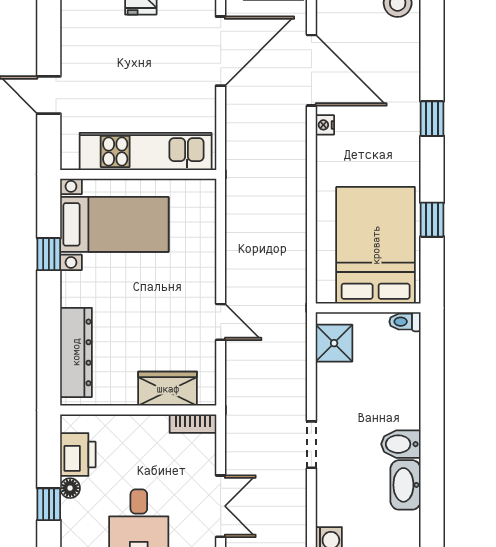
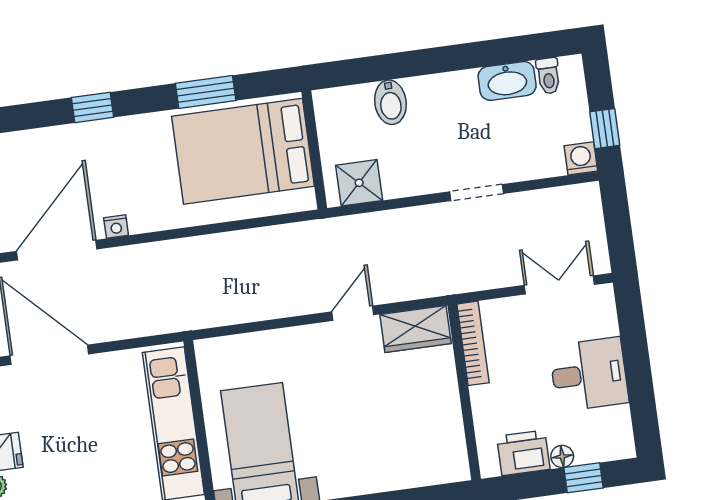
window: (432, 220) -> (206, 92), width x1.50
toilet: (405, 322) -> (548, 76), moved
dresser: (76, 352) -> (409, 470), removed
wardrobe: (168, 389) -> (416, 329), moved, turned -90
bookcase: (193, 424) -> (473, 343), width x1.56
bidet: (401, 444) -> (390, 102), moved

